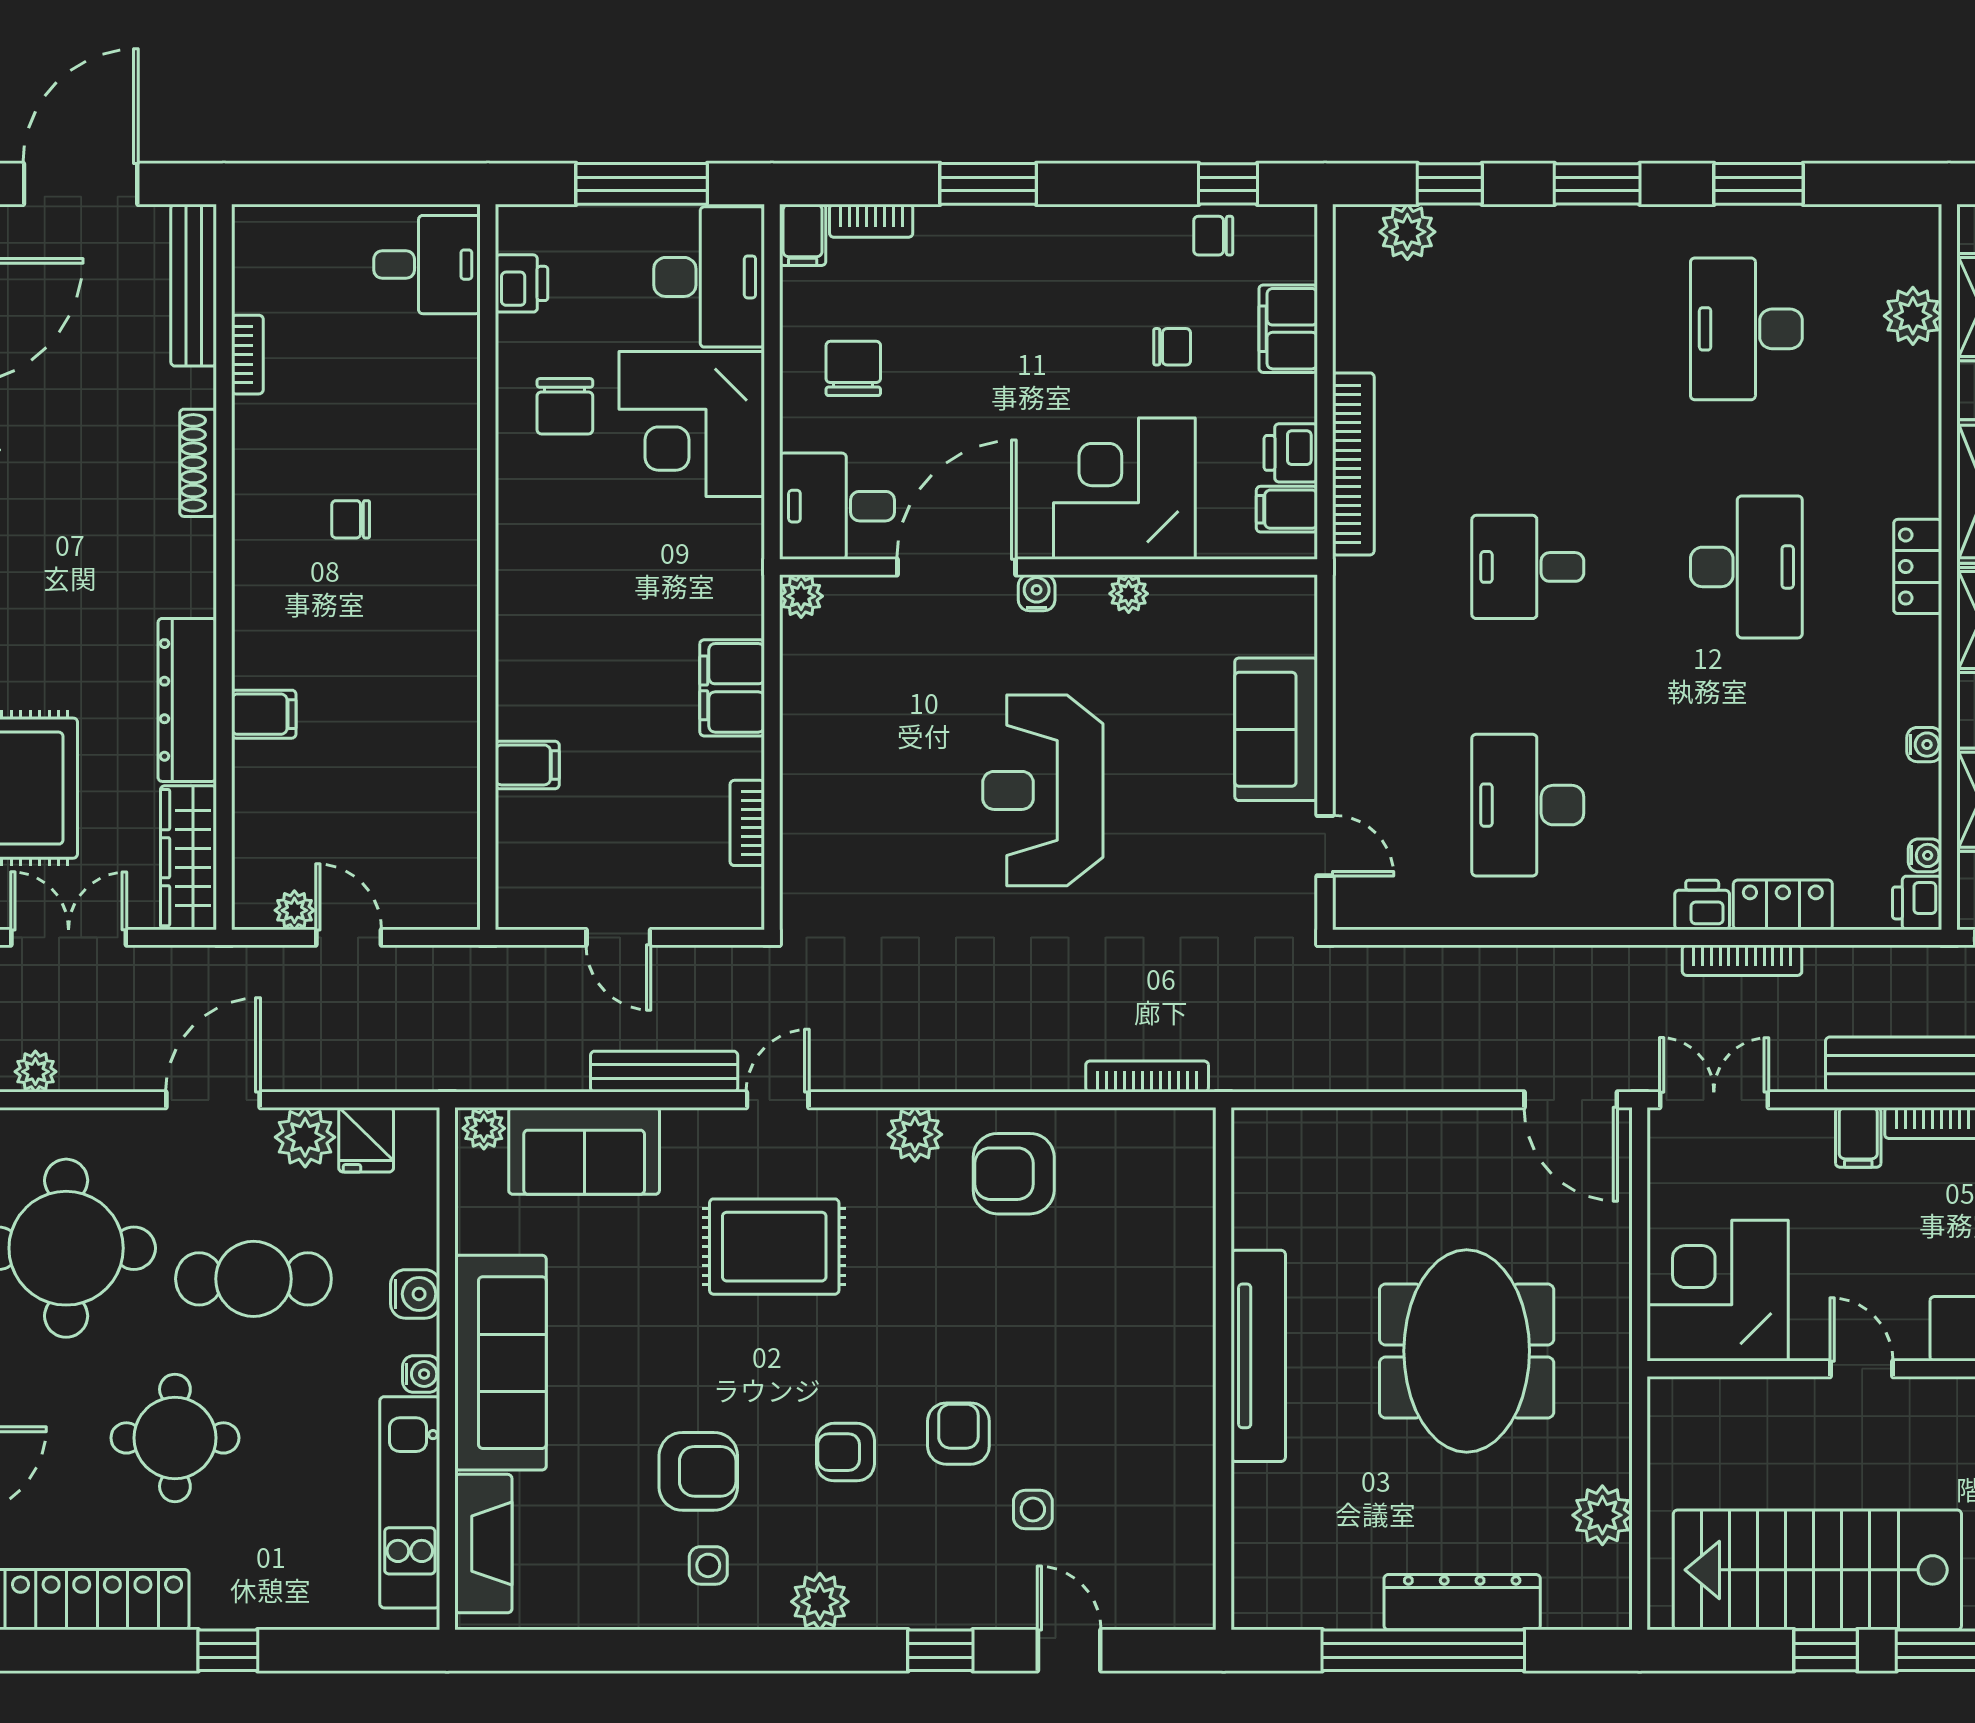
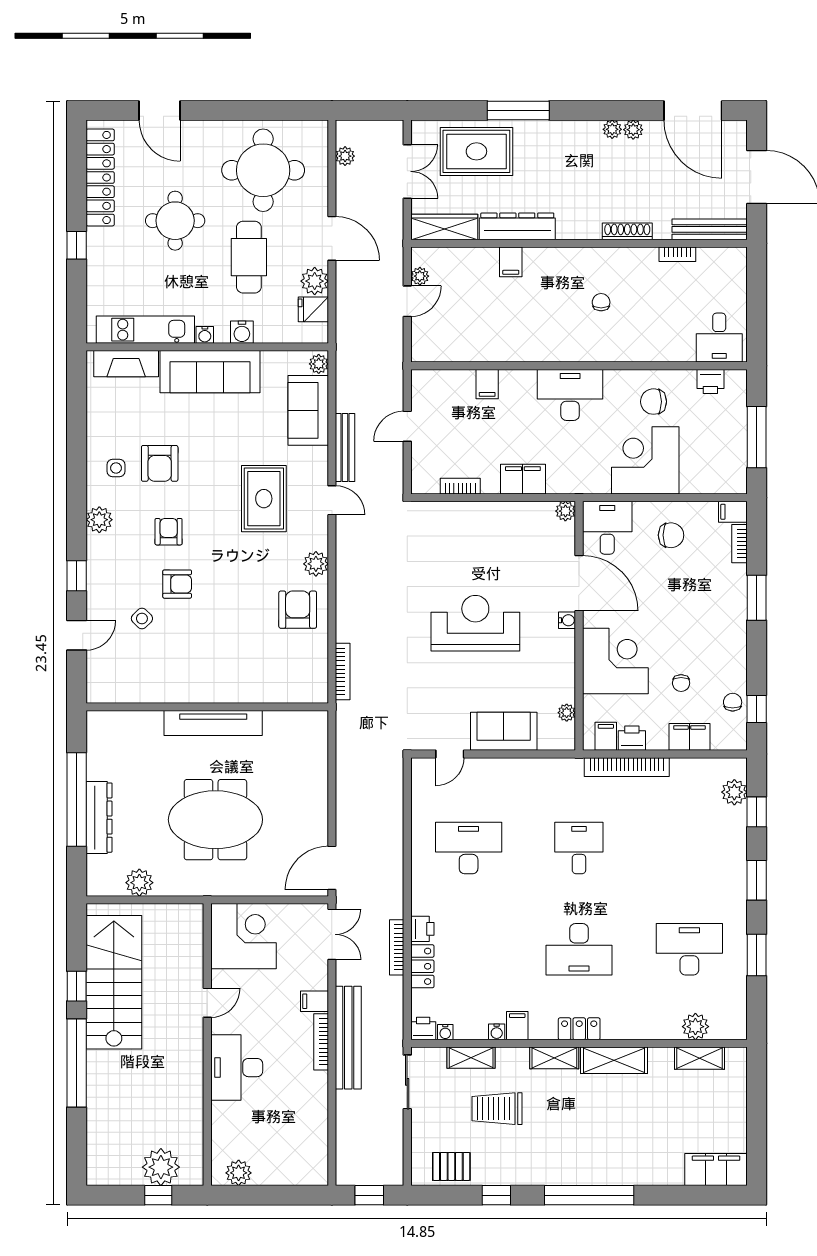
desk: (709, 277) -> (570, 395), moved, turned 180
plant: (1129, 594) -> (567, 713), moved
filing cabinet: (1911, 700) -> (517, 1026), added
side table: (1033, 1510) -> (142, 619), turned 45

